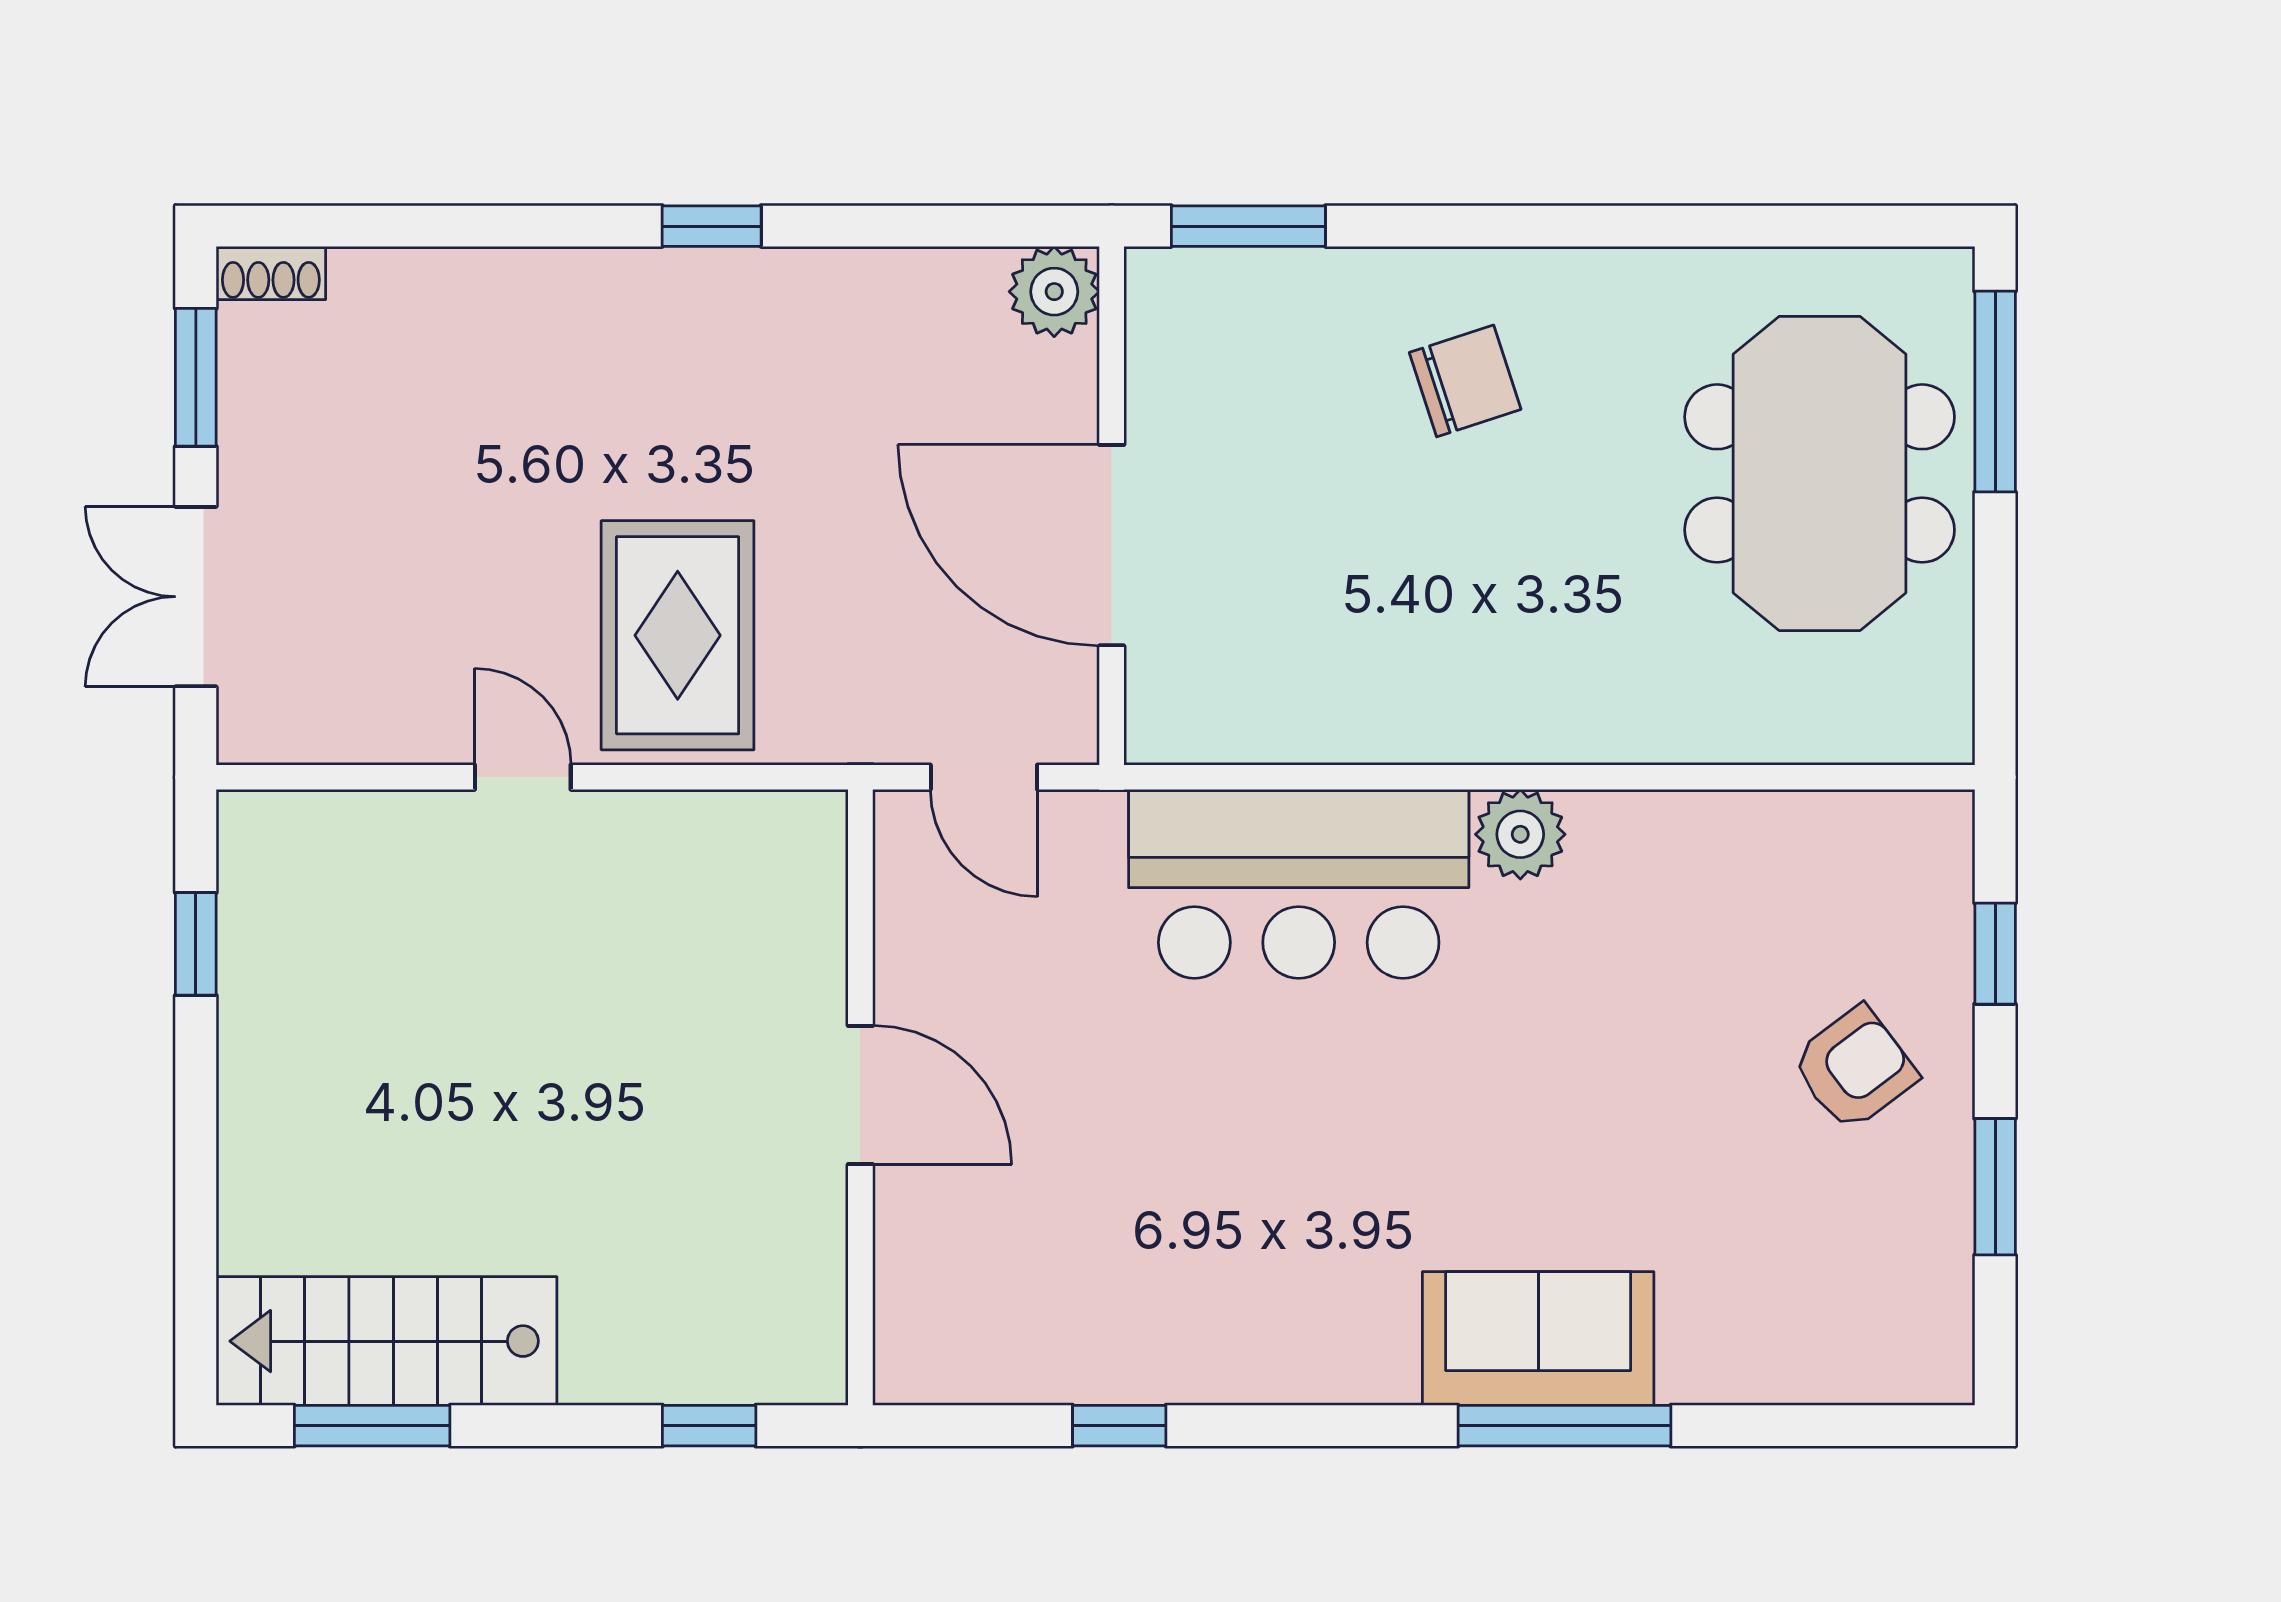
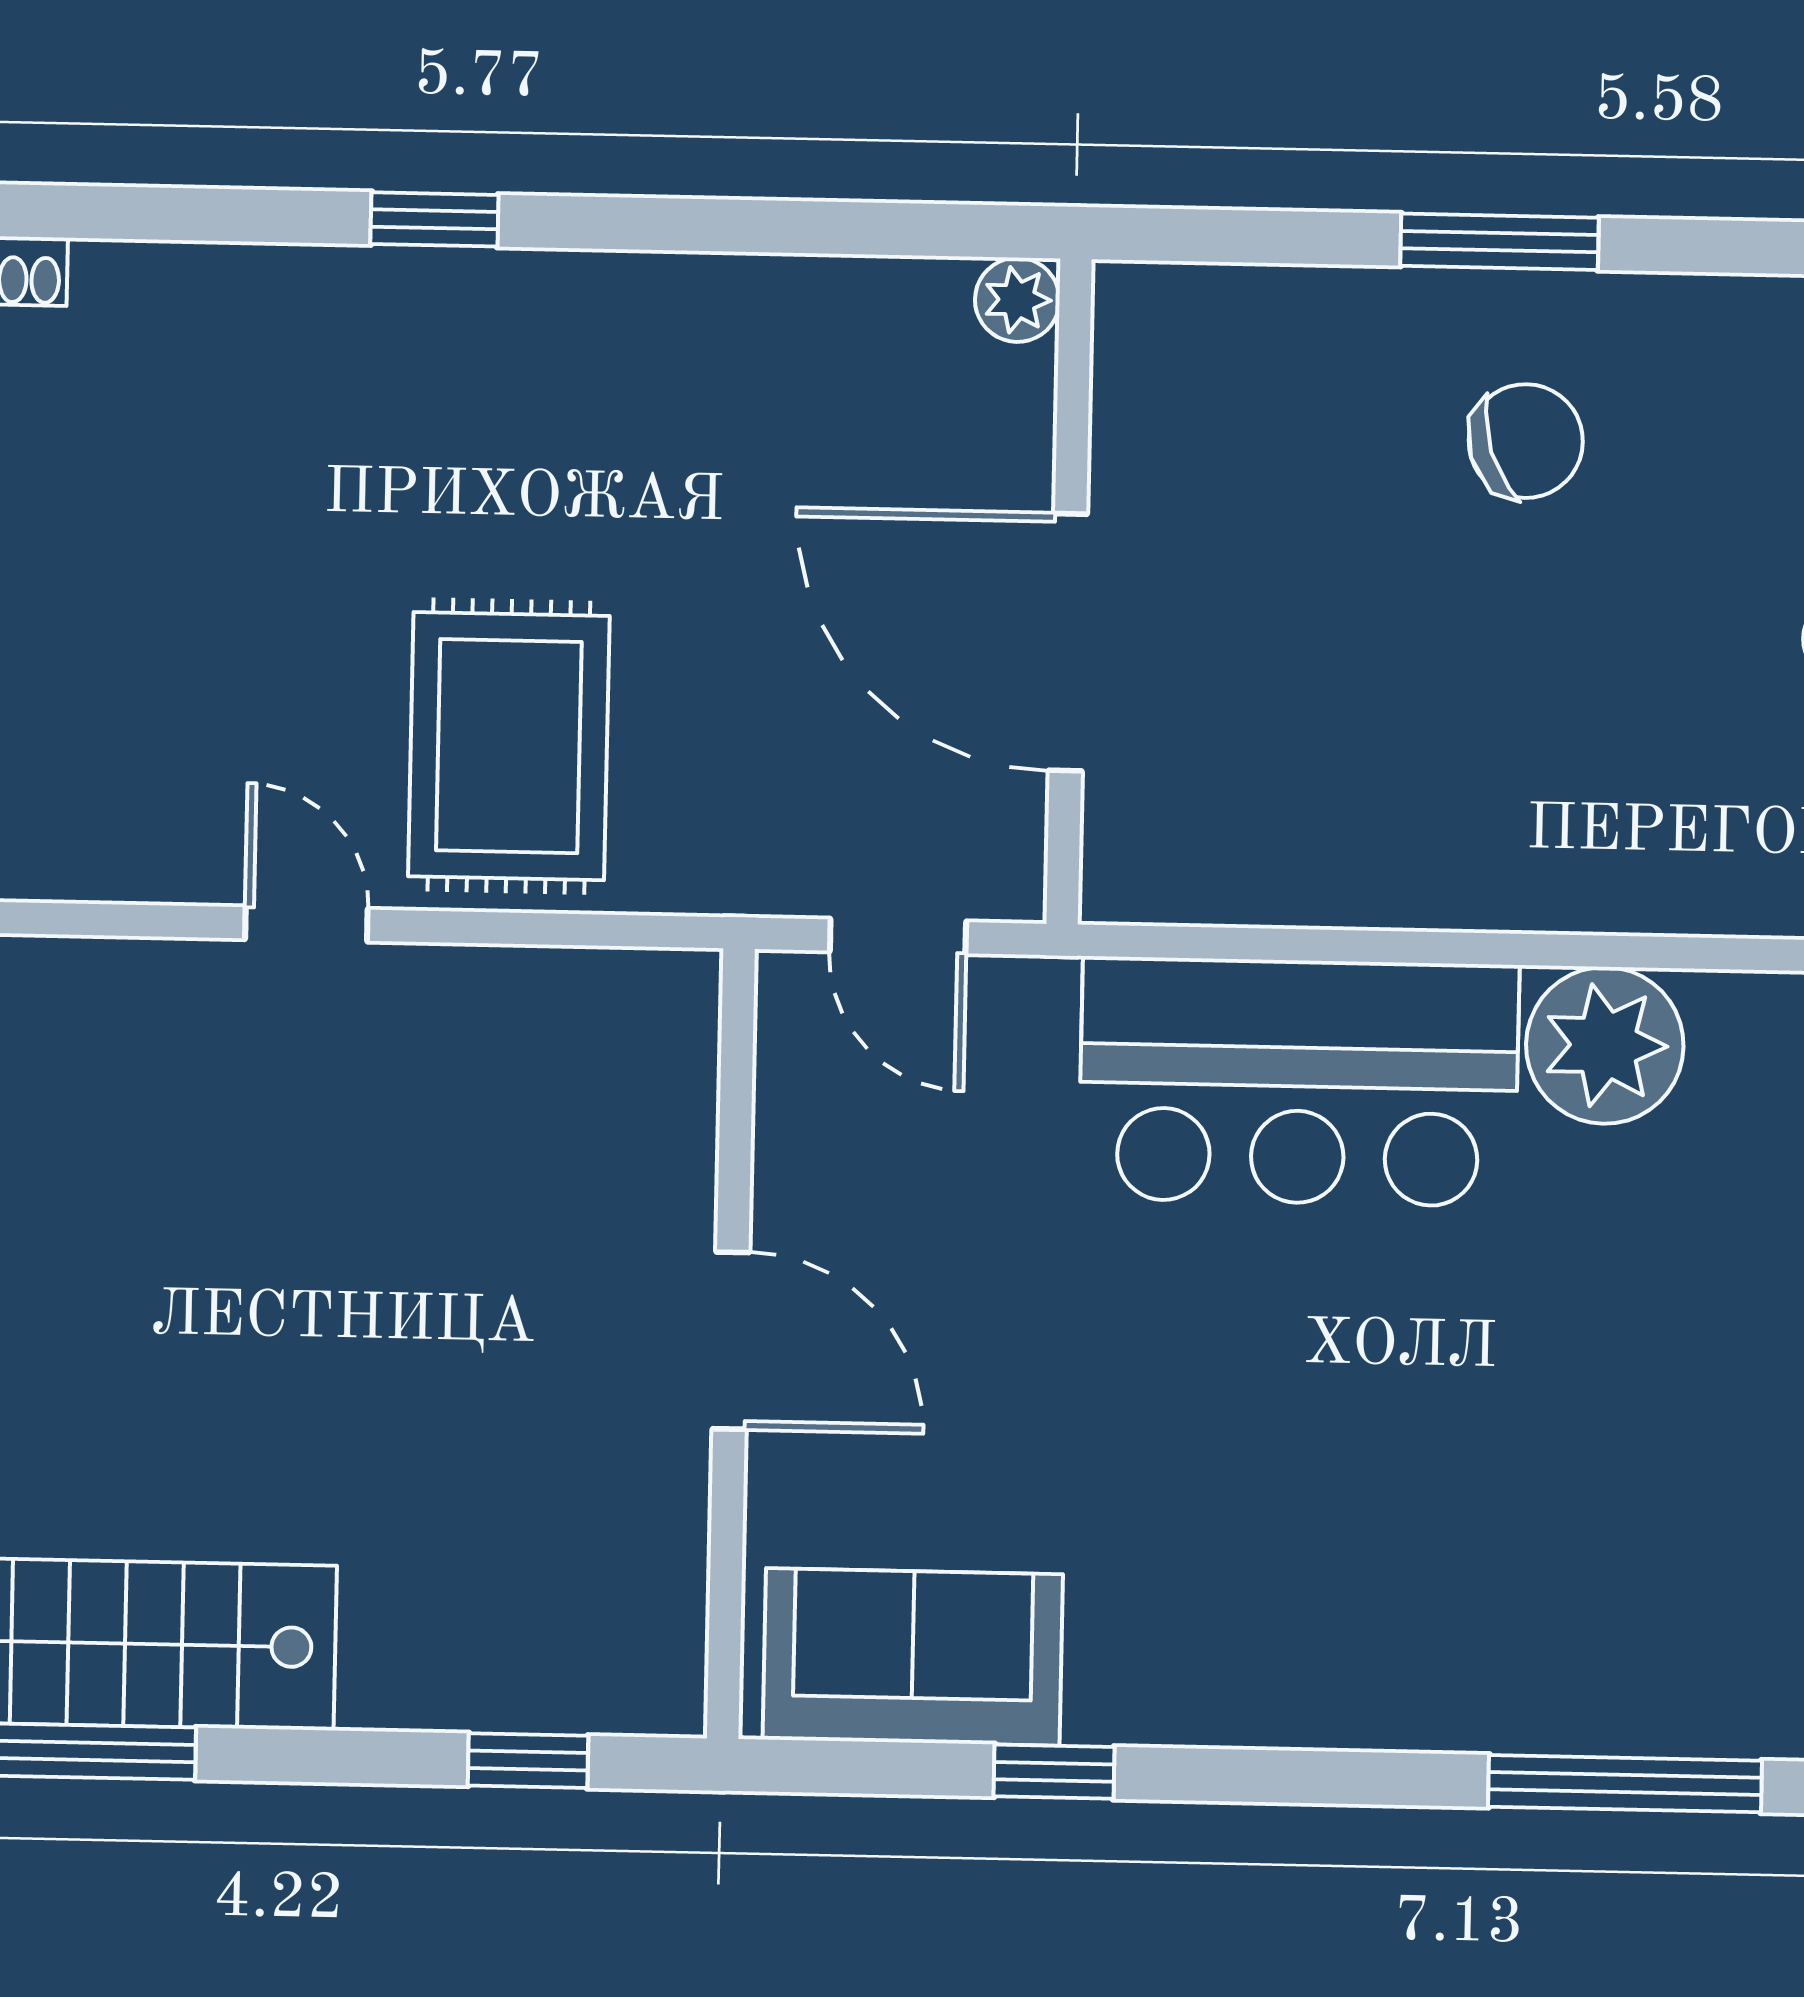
window: (712, 226) -> (434, 219), moved
window: (1248, 226) -> (1500, 242), moved
plant: (1054, 292) -> (1017, 300), width x0.73, depth x0.73
plant: (1520, 834) -> (1605, 1045), width x1.36, depth x1.36
sofa: (1538, 1338) -> (913, 1657), moved

